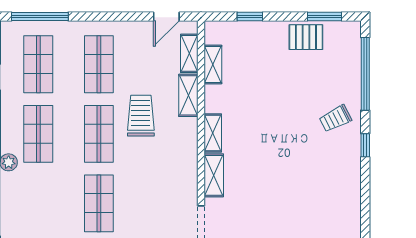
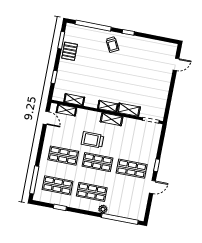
shelving: (188, 95) -> (112, 119), moved

